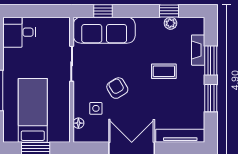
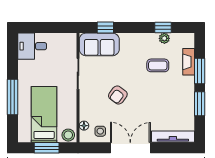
sofa: (104, 30) -> (99, 44), width x0.73
coffee table: (164, 71) -> (158, 65), moved
armchair: (117, 88) -> (118, 95), turned -112
side table: (96, 108) -> (100, 131), moved
stool: (60, 134) -> (68, 135), added

